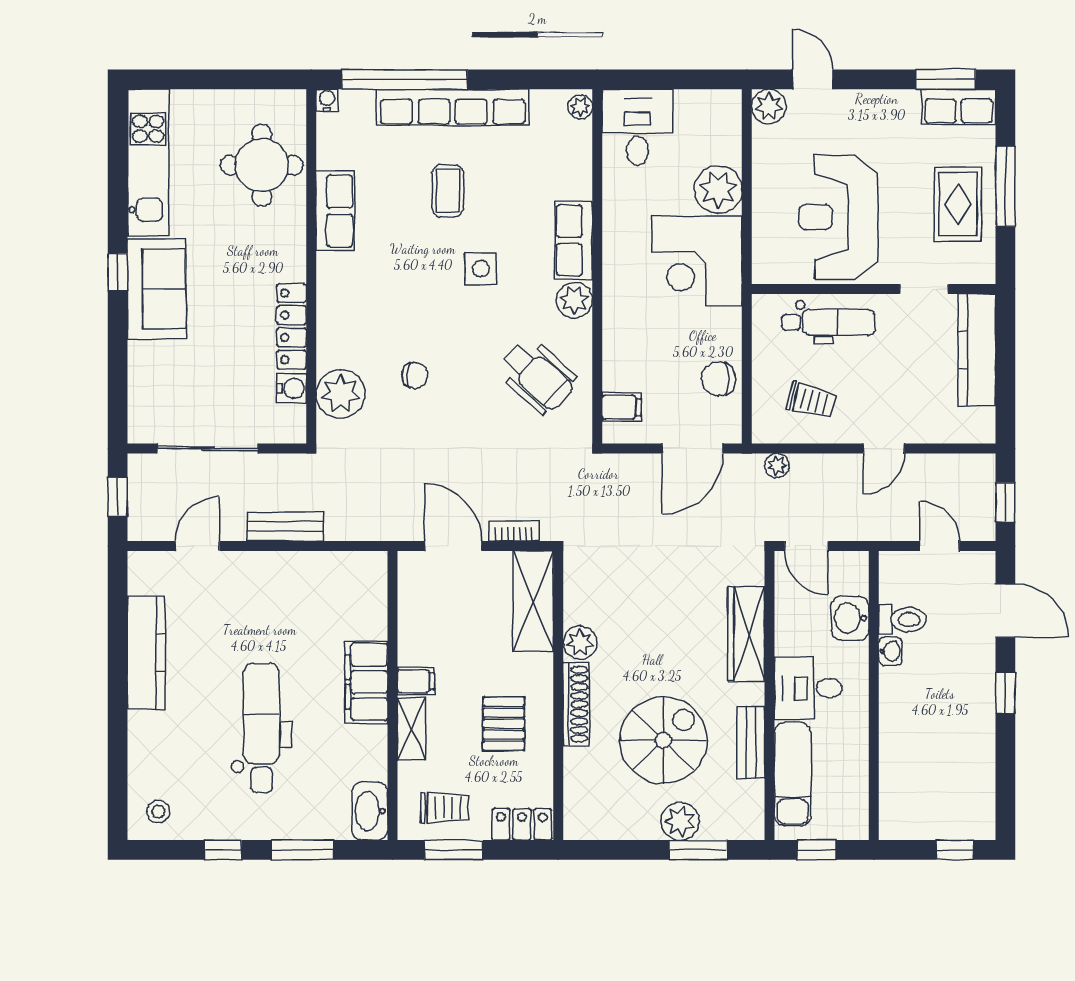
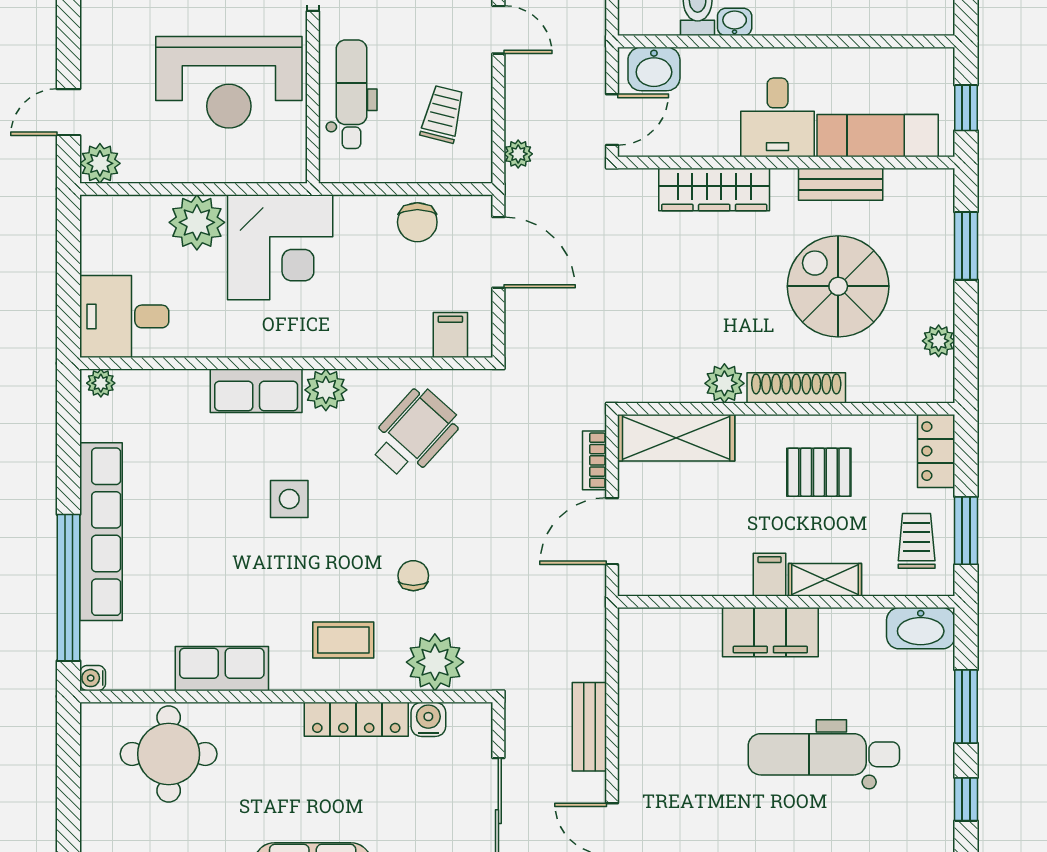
coffee table: (448, 191) -> (343, 640), moved
washbasin: (850, 618) -> (654, 69), moved
plant: (680, 821) -> (939, 341), moved, width x0.73, depth x0.73

